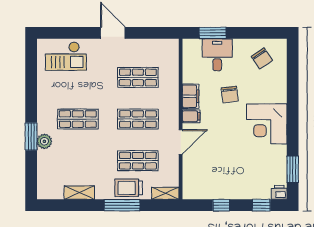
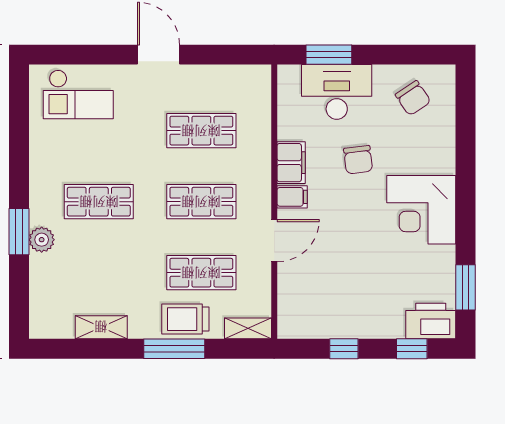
desk: (217, 55) -> (337, 92), width x1.37
printer: (279, 192) -> (431, 321), width x1.87, depth x1.48

